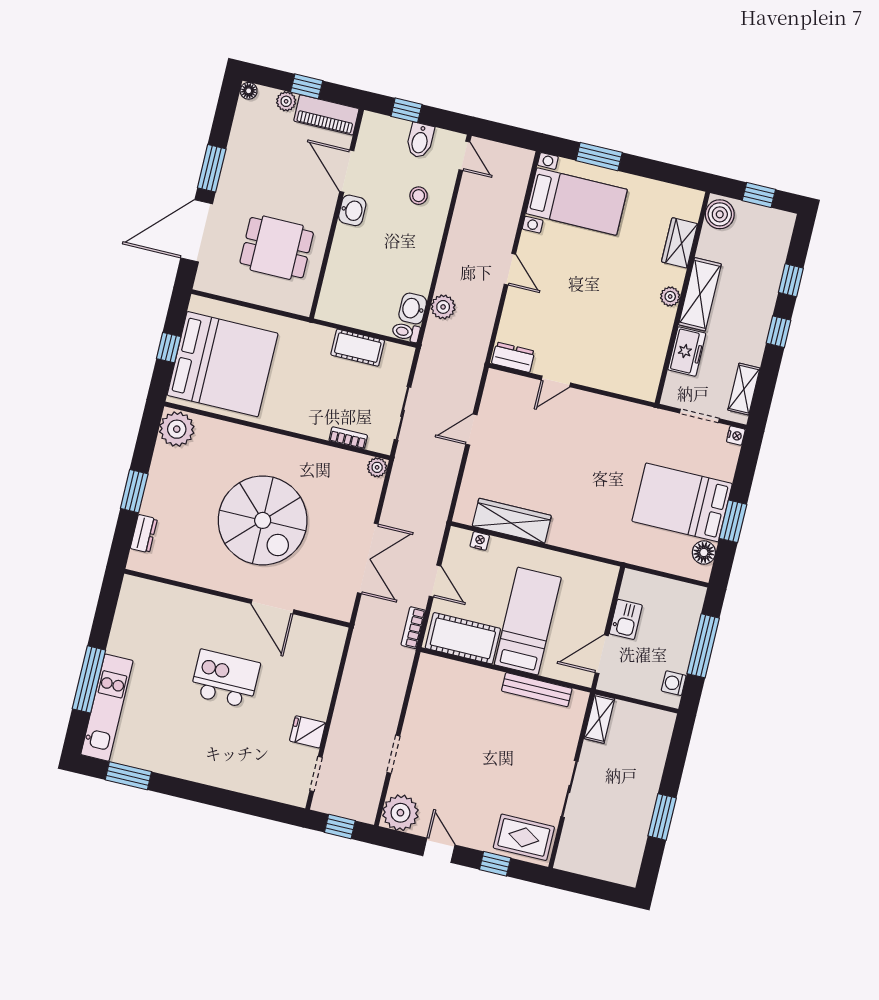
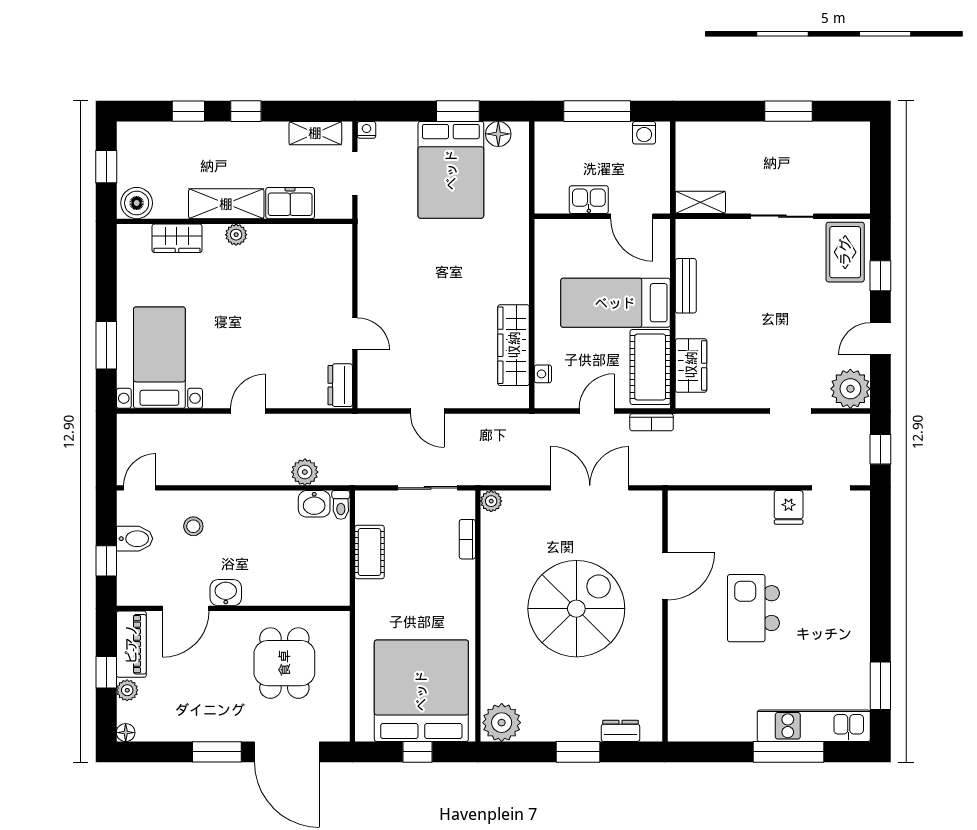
wardrobe: (455, 675) -> (691, 365), added
bench: (537, 690) -> (686, 286), width x0.73

